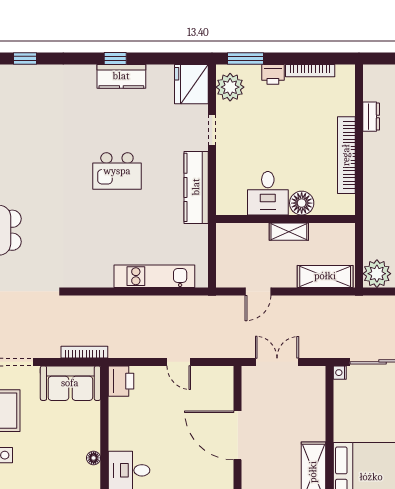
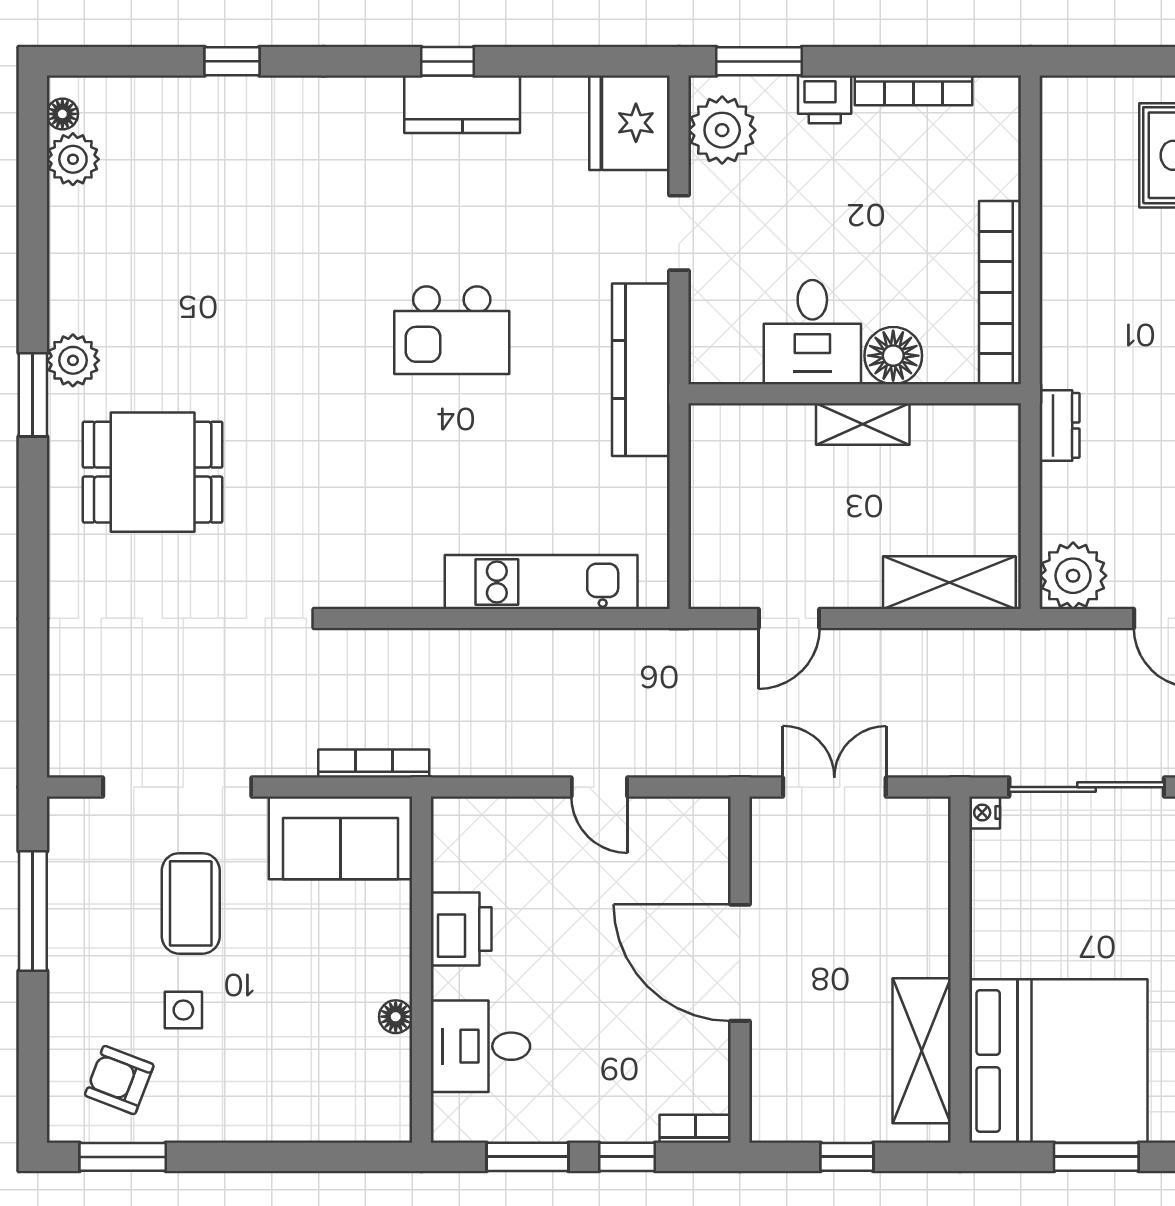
dresser: (371, 117) -> (1060, 425), moved
desk: (268, 193) -> (812, 332), moved
floor lamp: (302, 203) -> (893, 356), moved
wall: (285, 219) -> (855, 394), moved
shelving: (289, 232) -> (863, 424), moved
printer: (121, 381) -> (461, 929), moved

